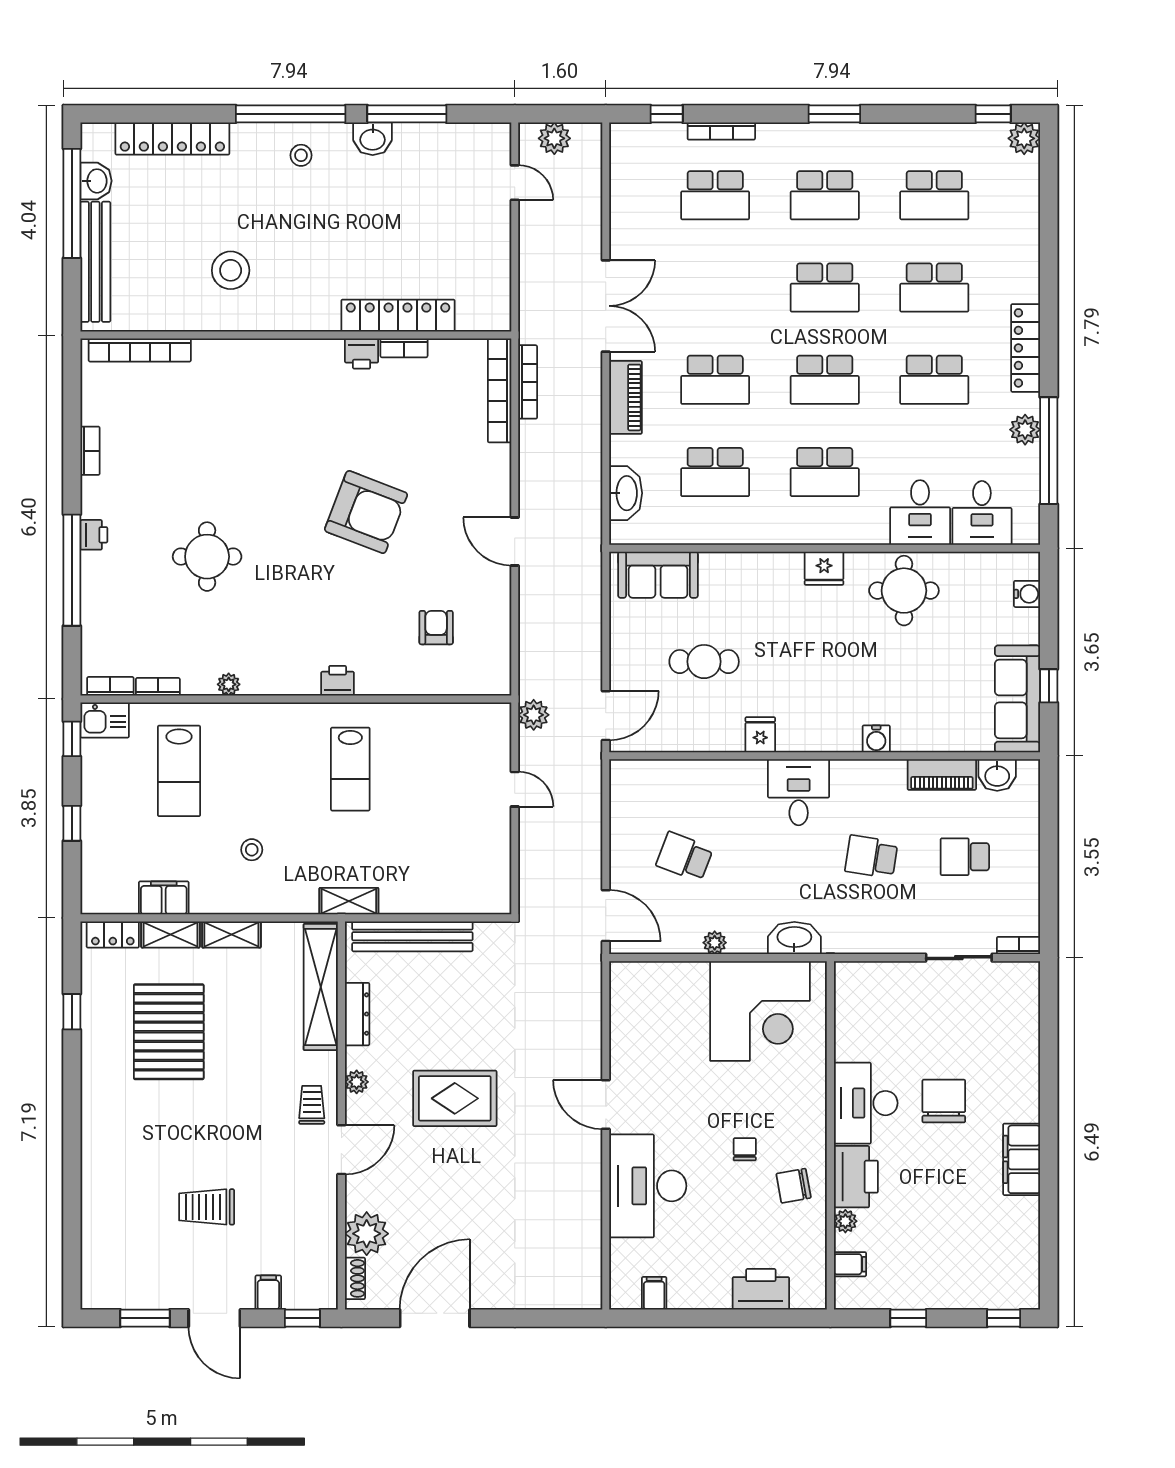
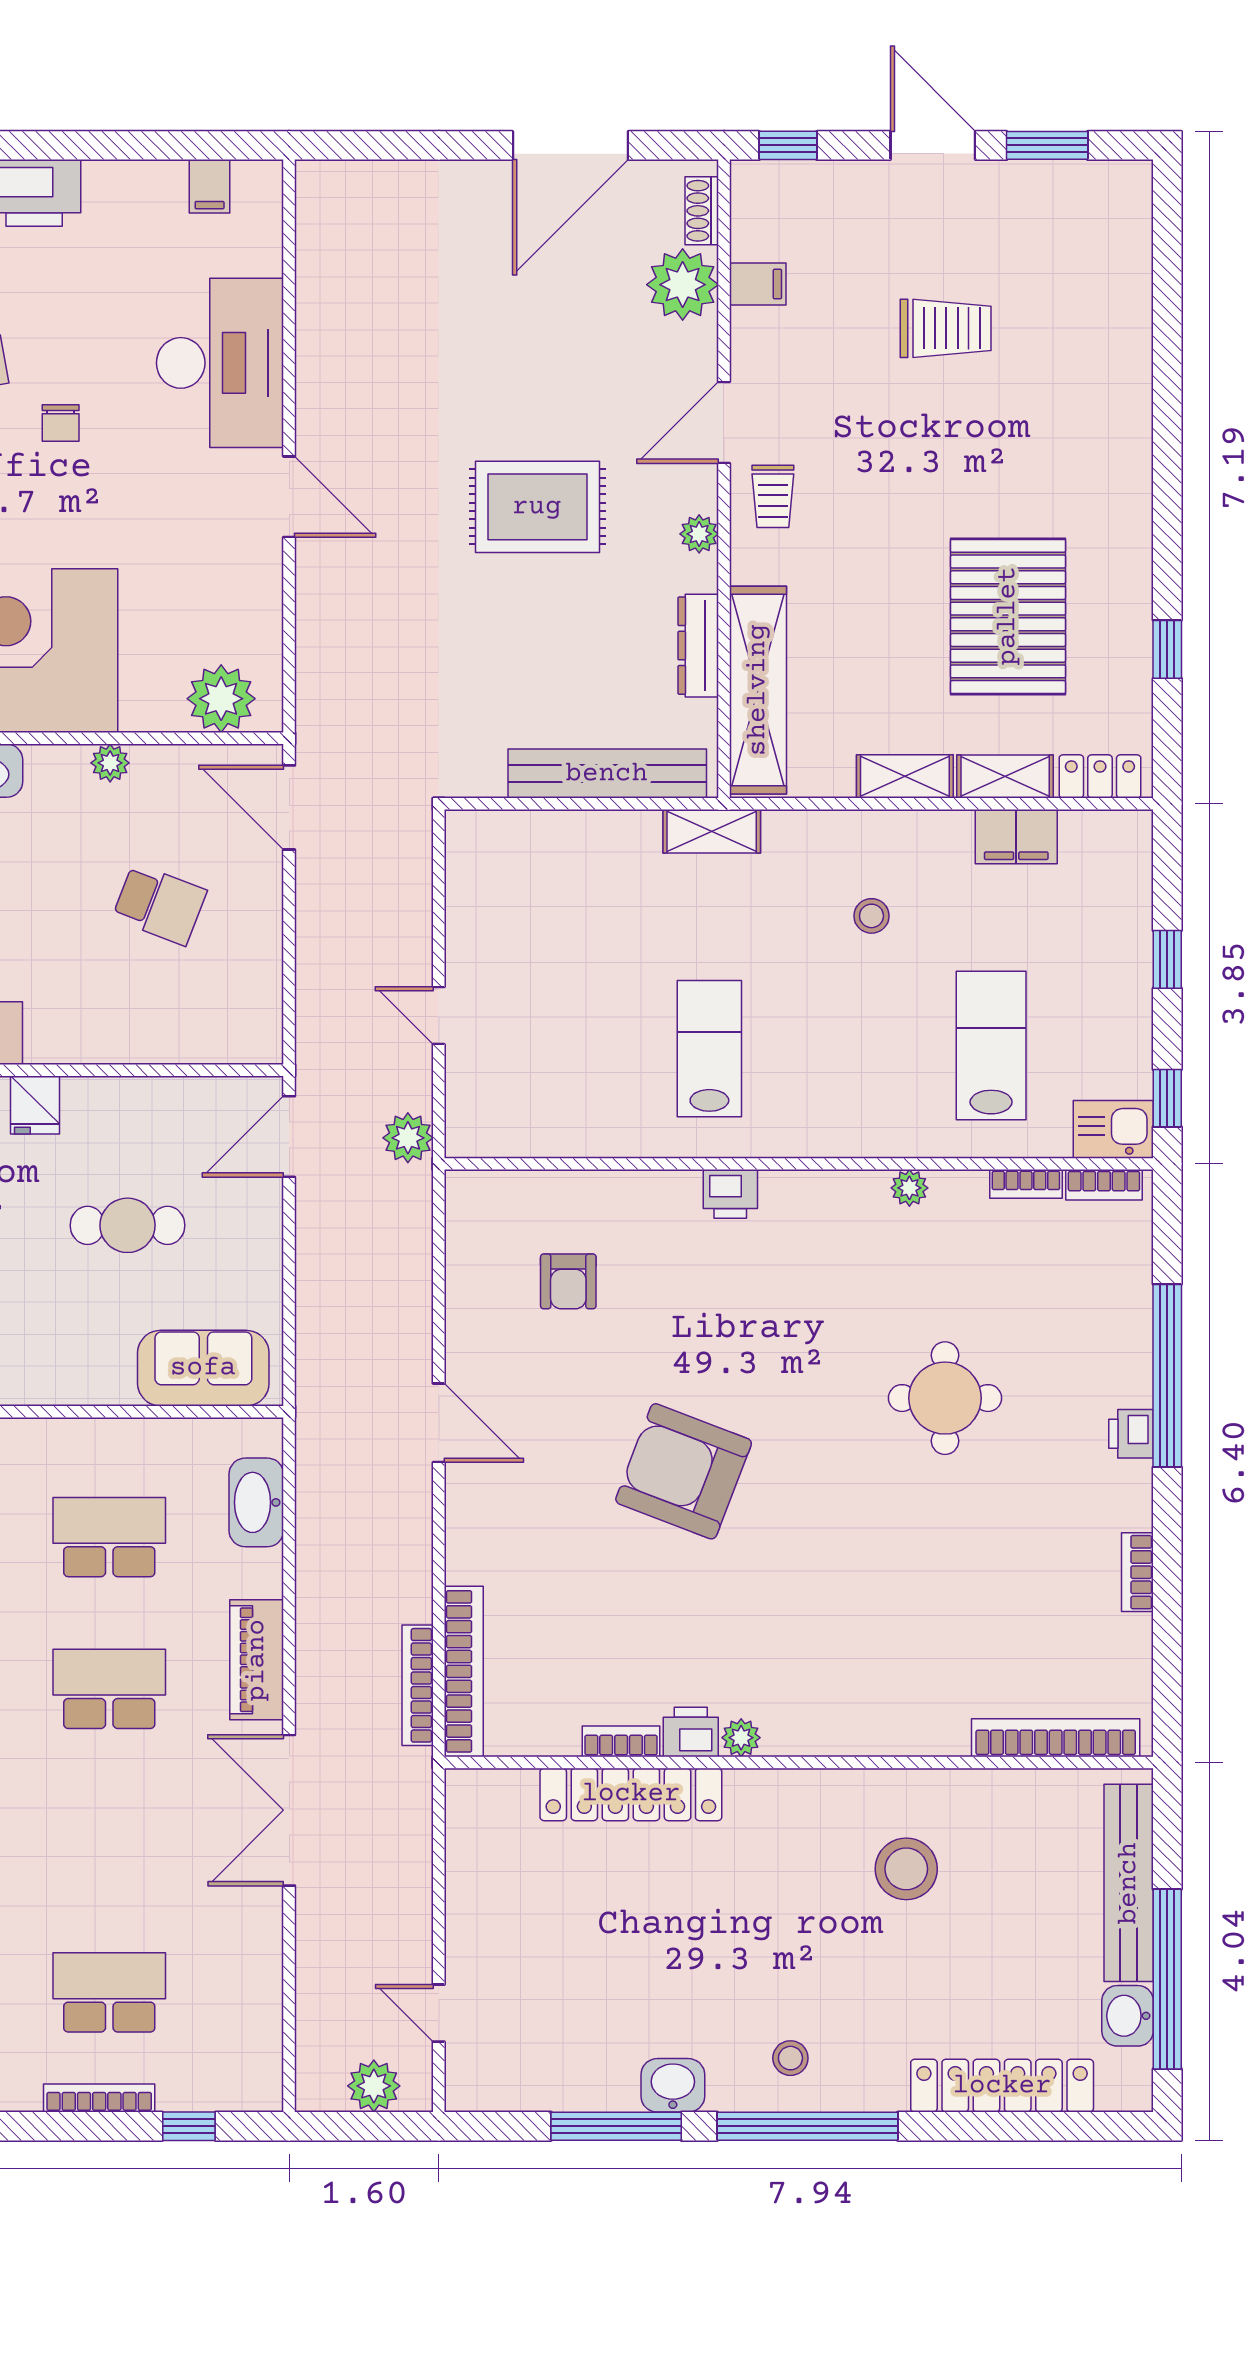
plant: (331, 350) -> (741, 1738), added
plant: (647, 982) -> (221, 699), added
filing cabinet: (268, 1293) -> (758, 284), moved, turned -90

